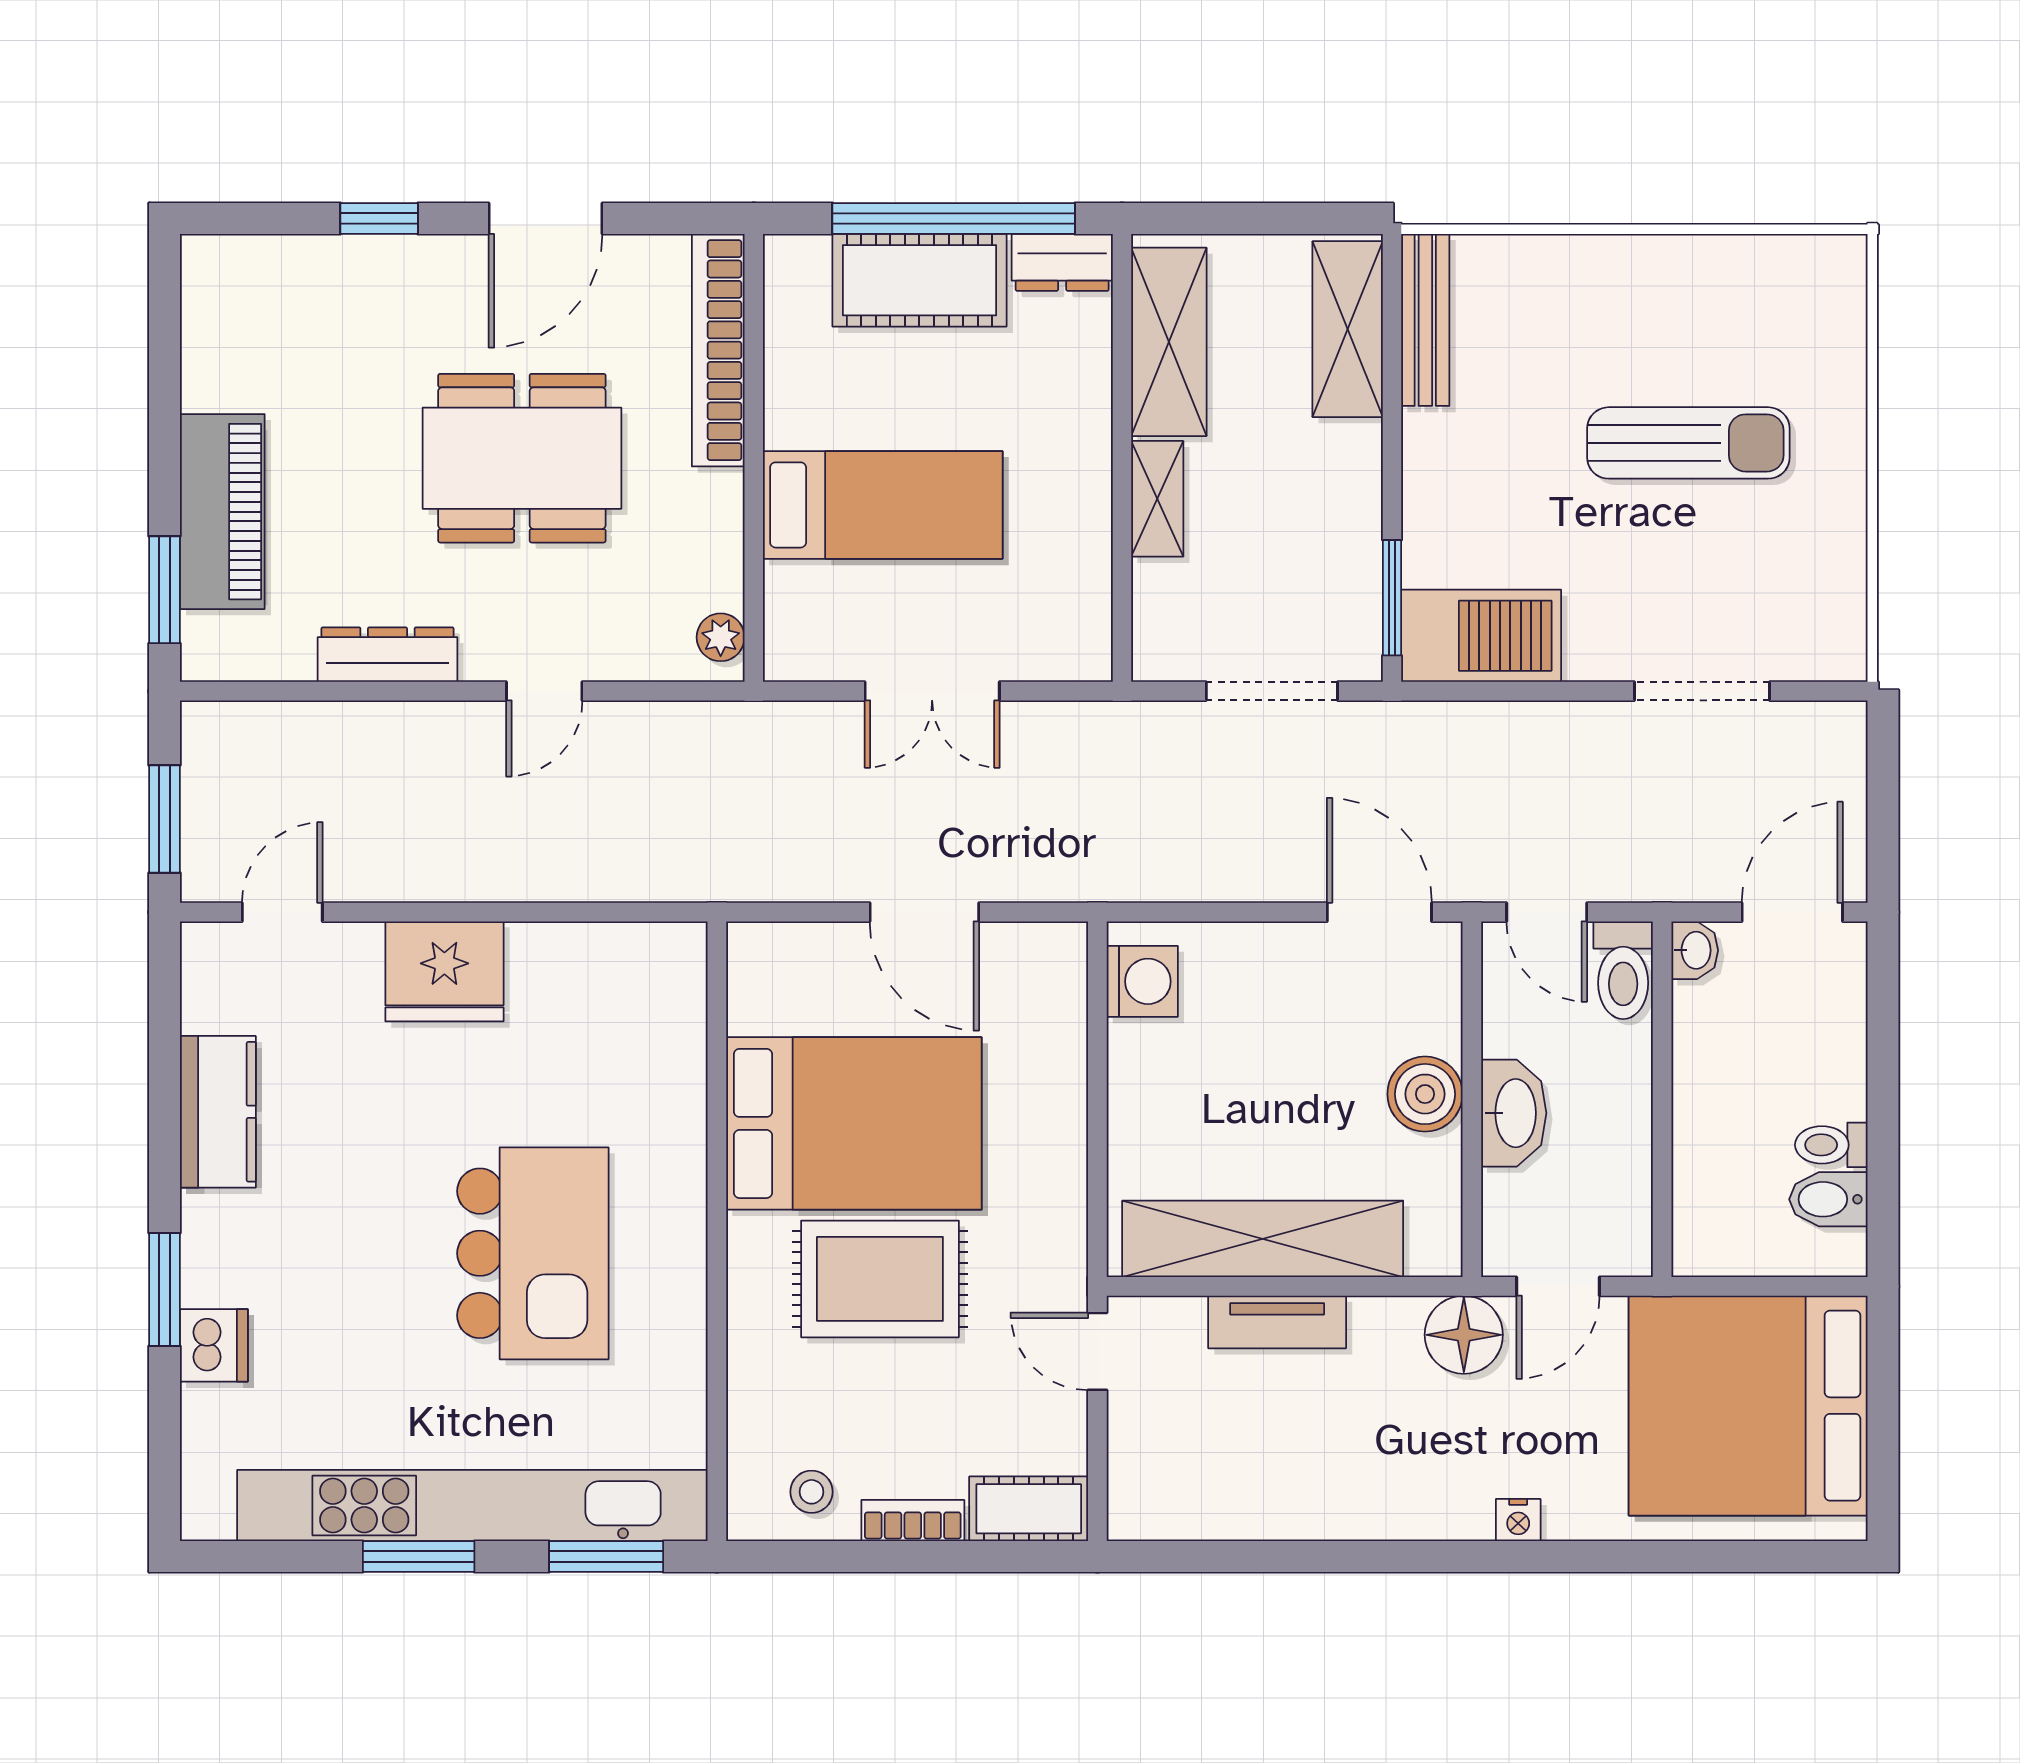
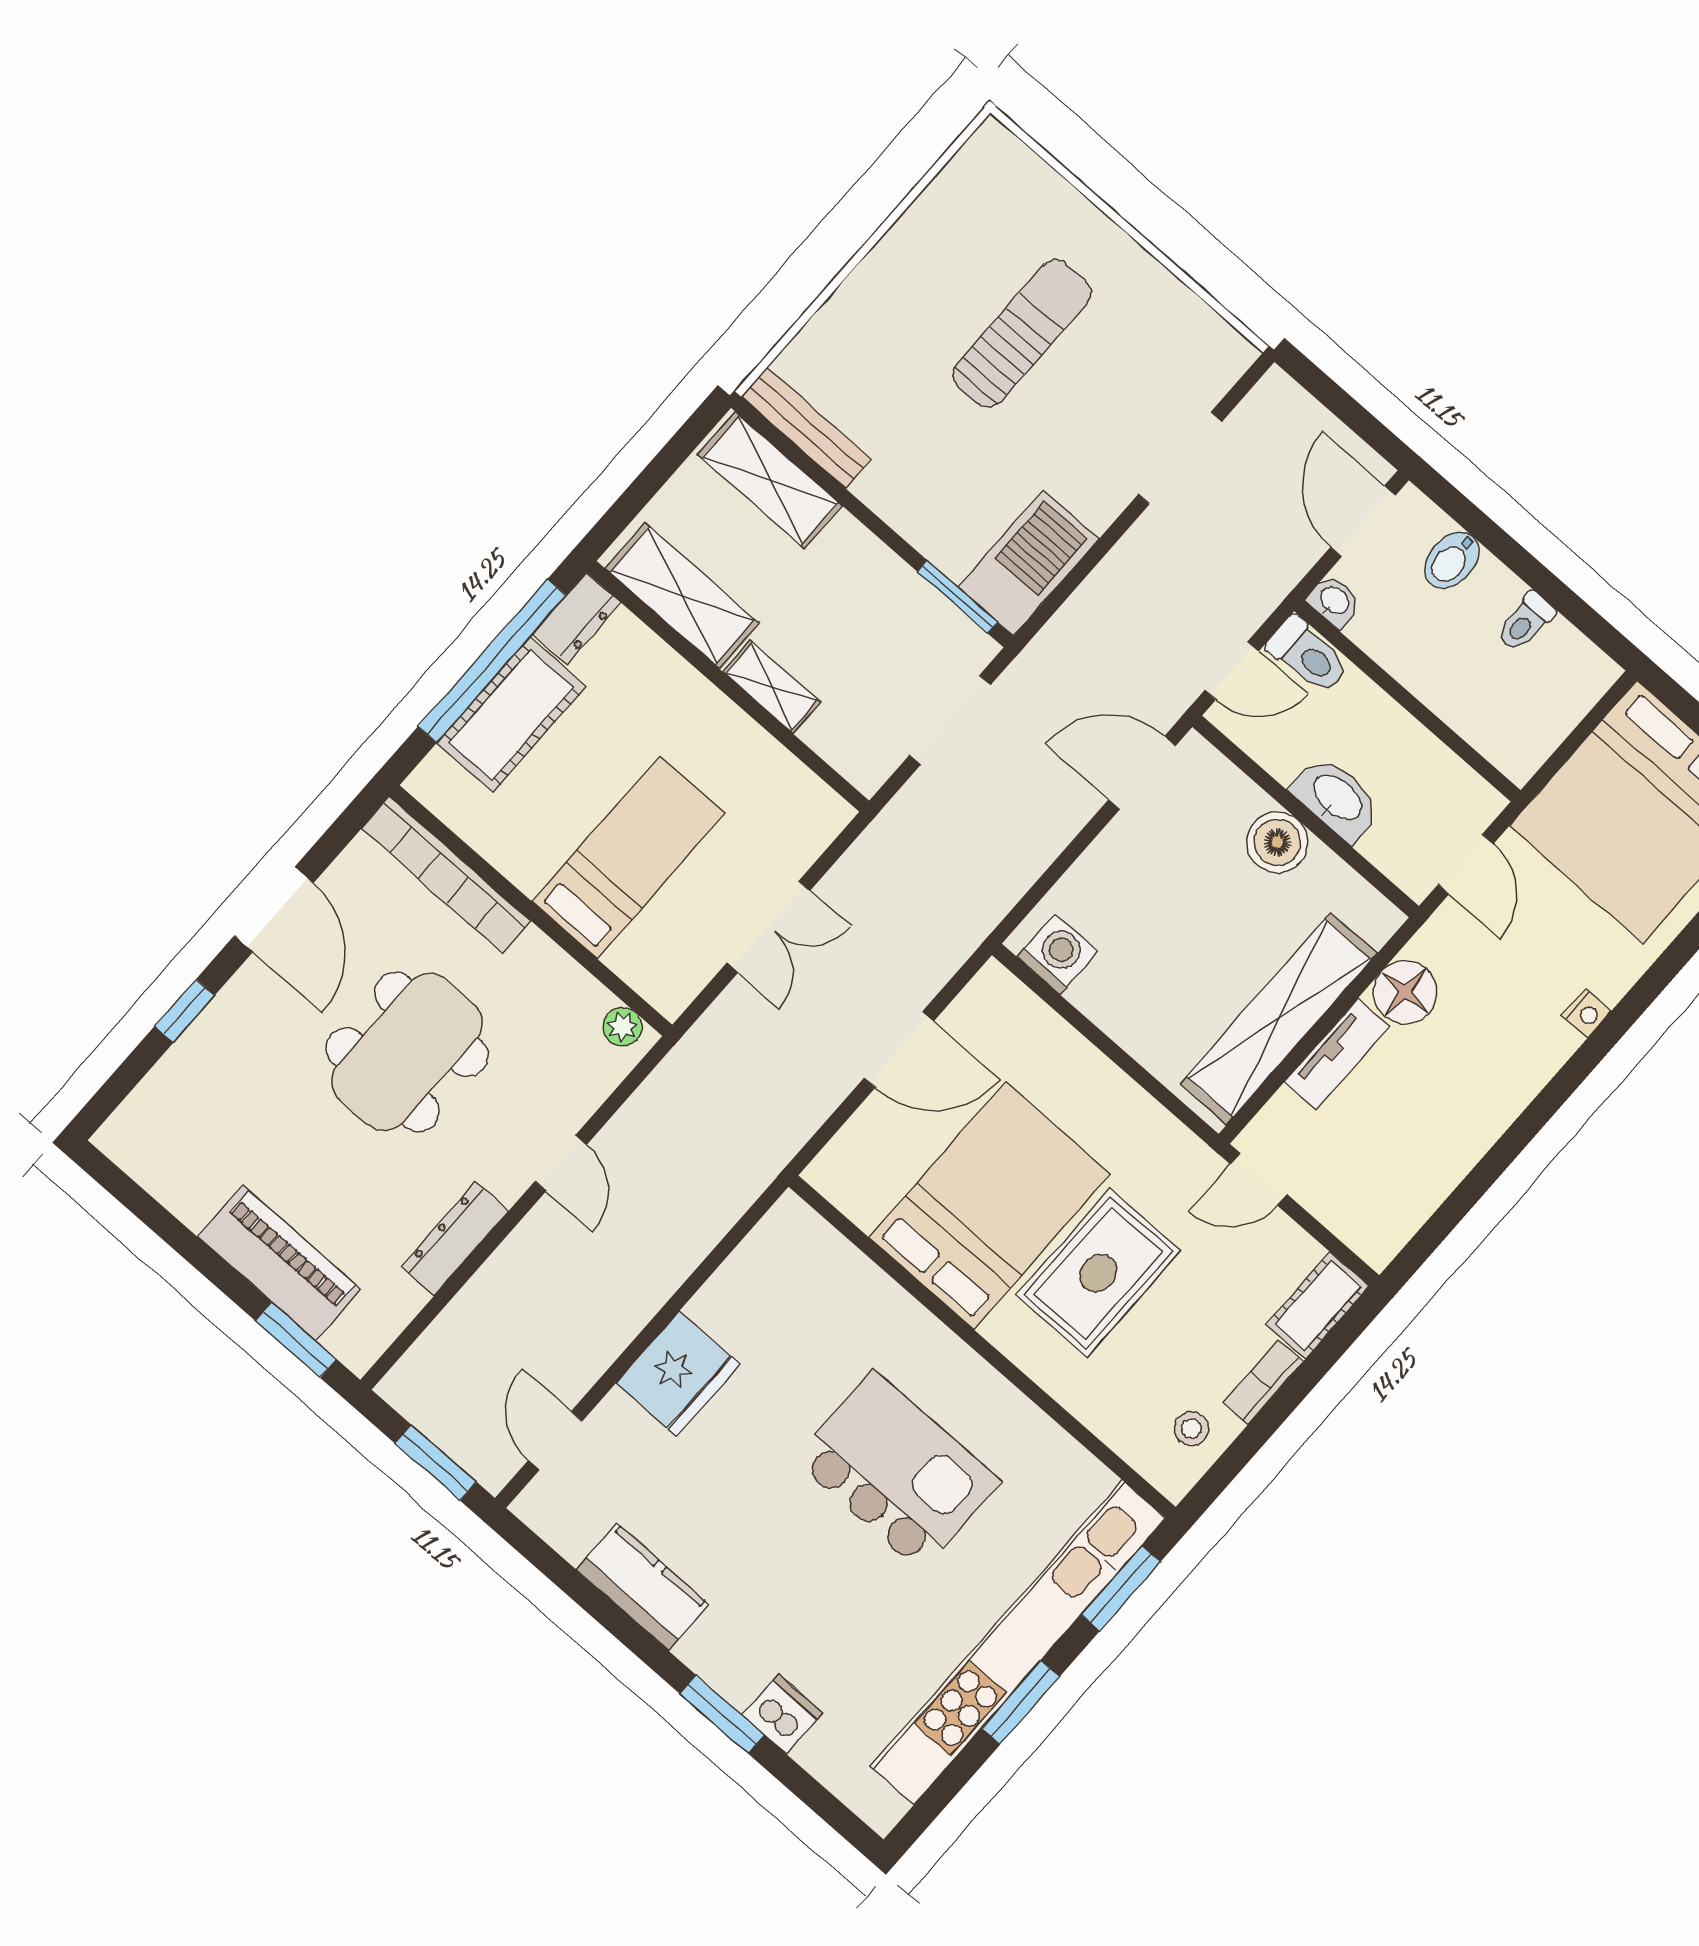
bidet: (1828, 1199) -> (1452, 560), moved
floor lamp: (1464, 1335) -> (1405, 992), moved

